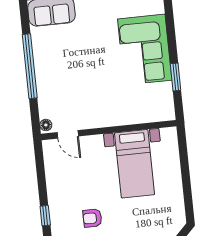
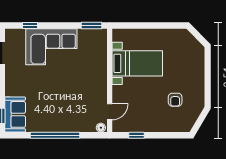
window: (169, 19) -> (30, 26), added
window: (176, 77) -> (91, 26), moved
window: (45, 216) -> (136, 135), moved

